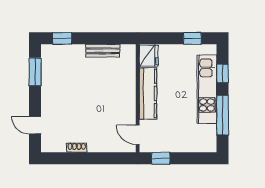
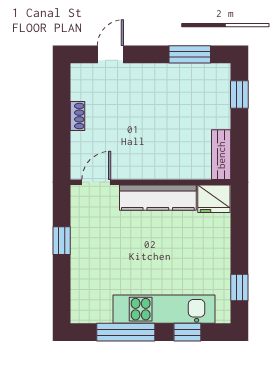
fridge: (149, 56) -> (214, 199), moved
kitchen counter: (148, 93) -> (158, 198), moved
wall: (138, 98) -> (151, 182), moved
door: (138, 135) -> (96, 182), moved

